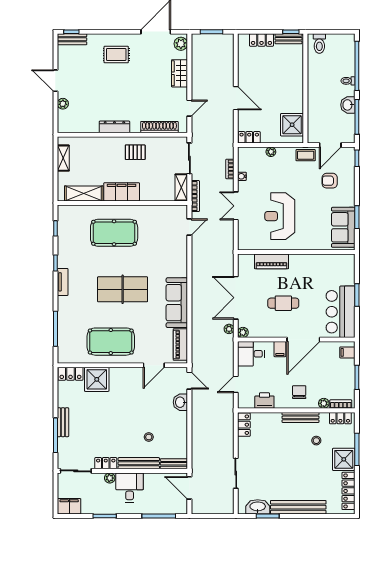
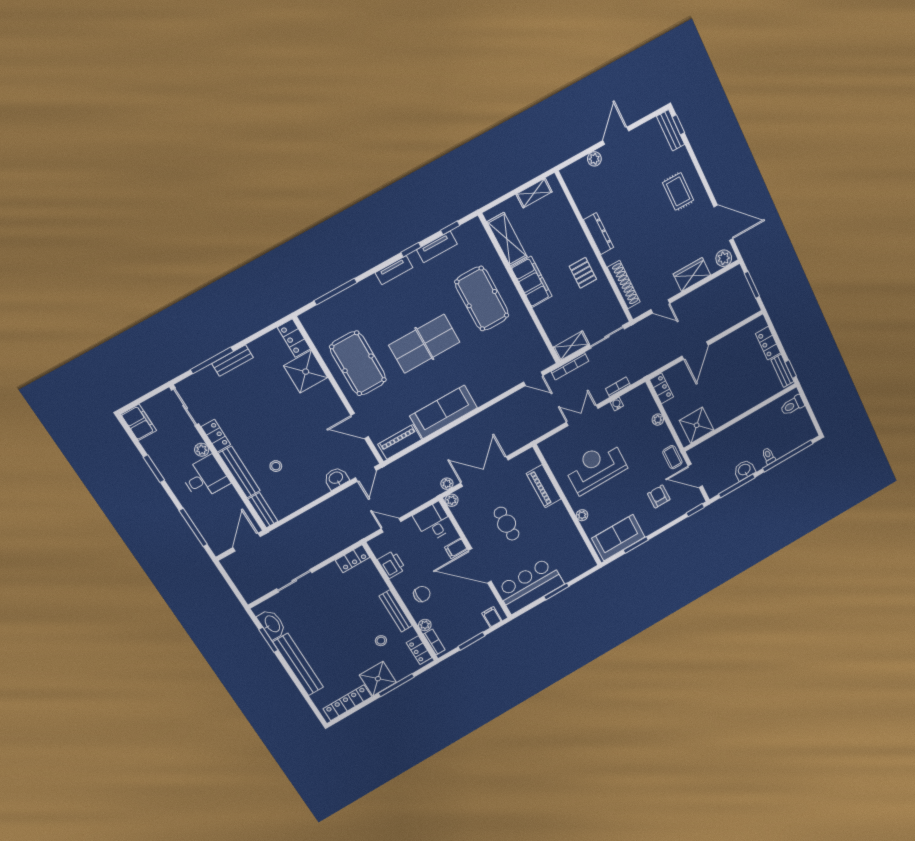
tv unit: (63, 244) -> (437, 247), added
plant: (310, 245) -> (582, 515), added
table tennis table: (123, 289) -> (424, 344), turned 90

